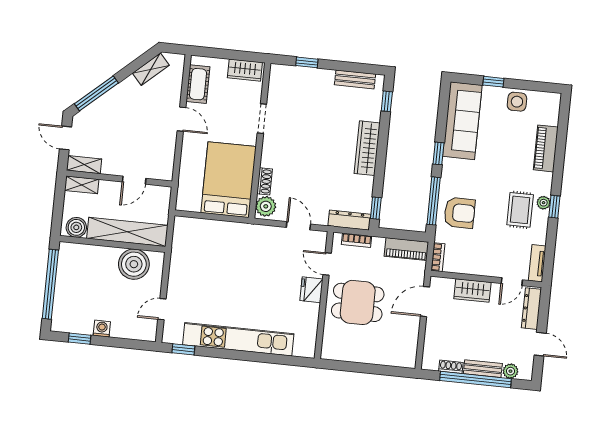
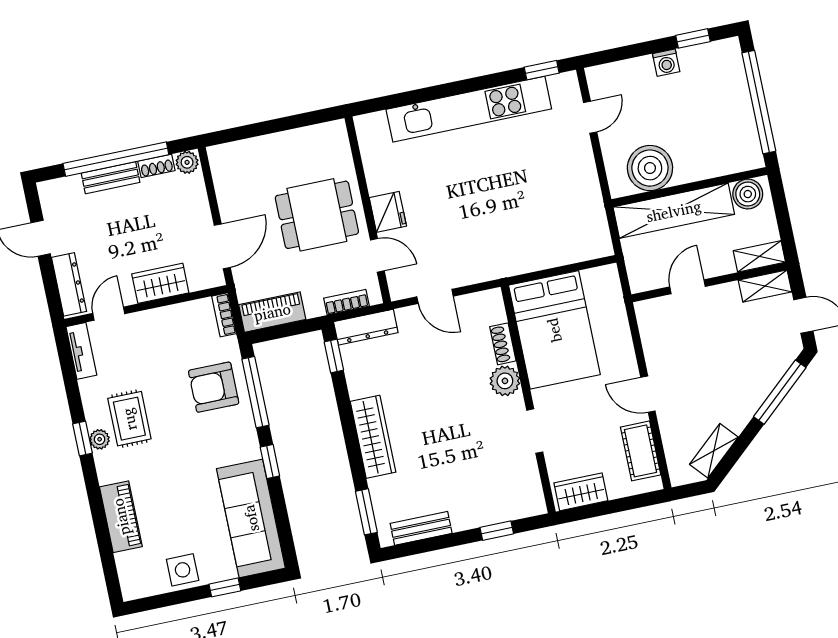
window: (387, 101) -> (366, 512), width x1.50
plant: (266, 206) -> (505, 381), moved
plant: (510, 371) -> (187, 162), moved

